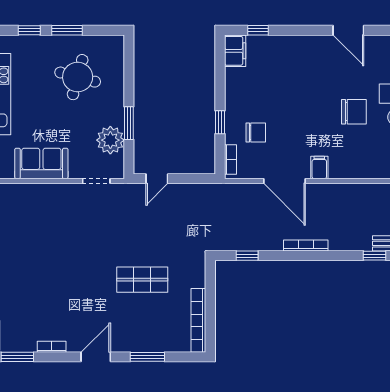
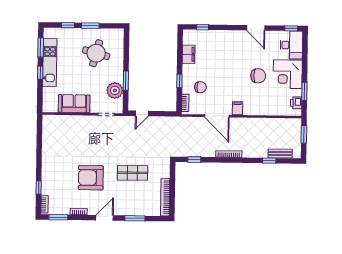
filing cabinet: (235, 51) -> (189, 54), moved
armchair: (72, 289) -> (91, 178), added

